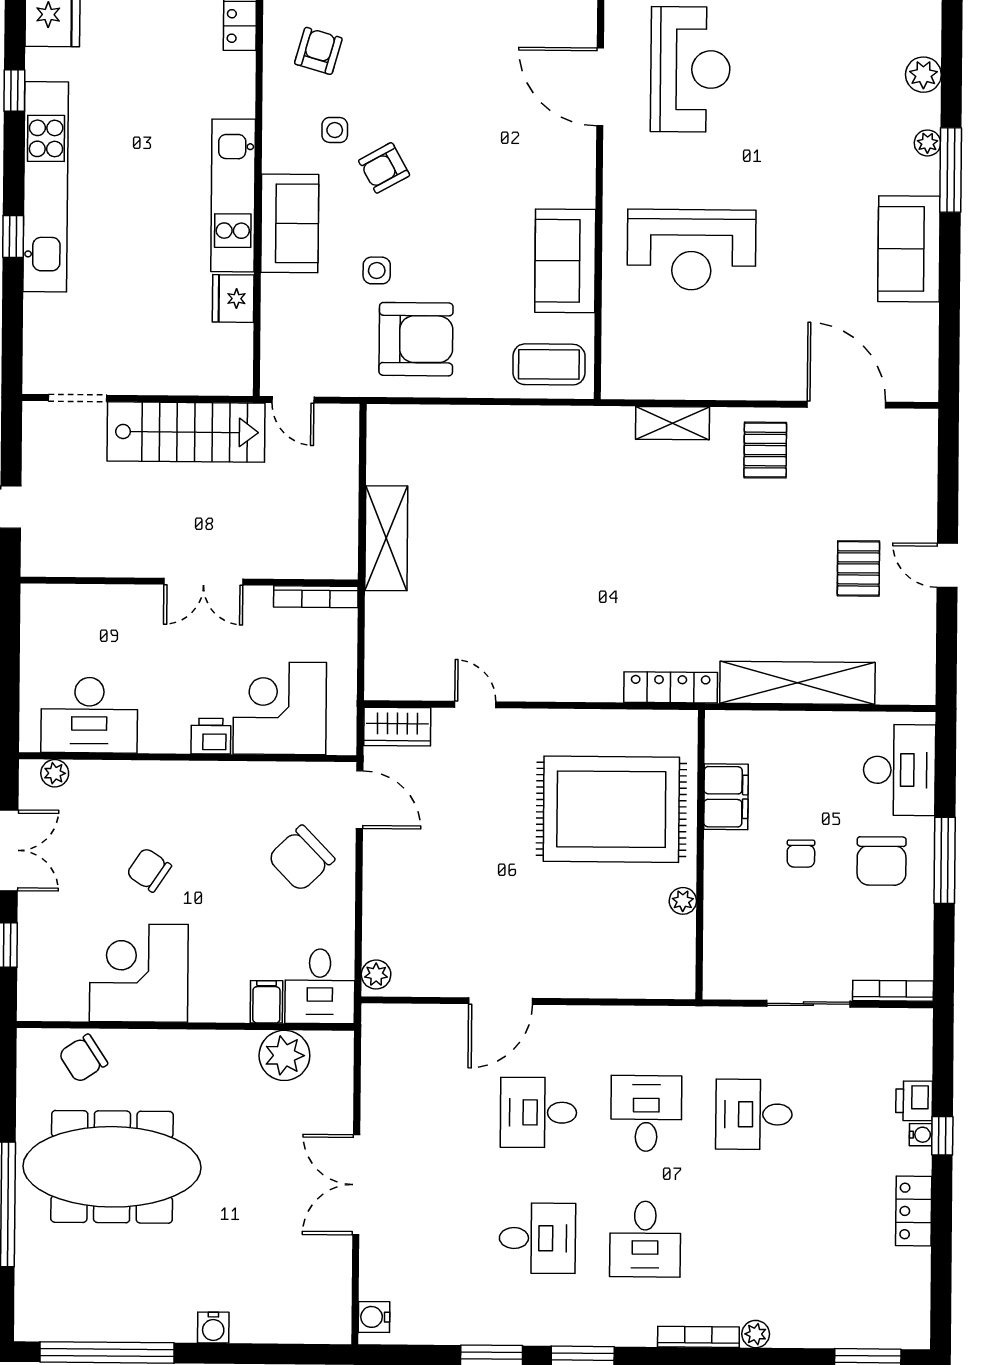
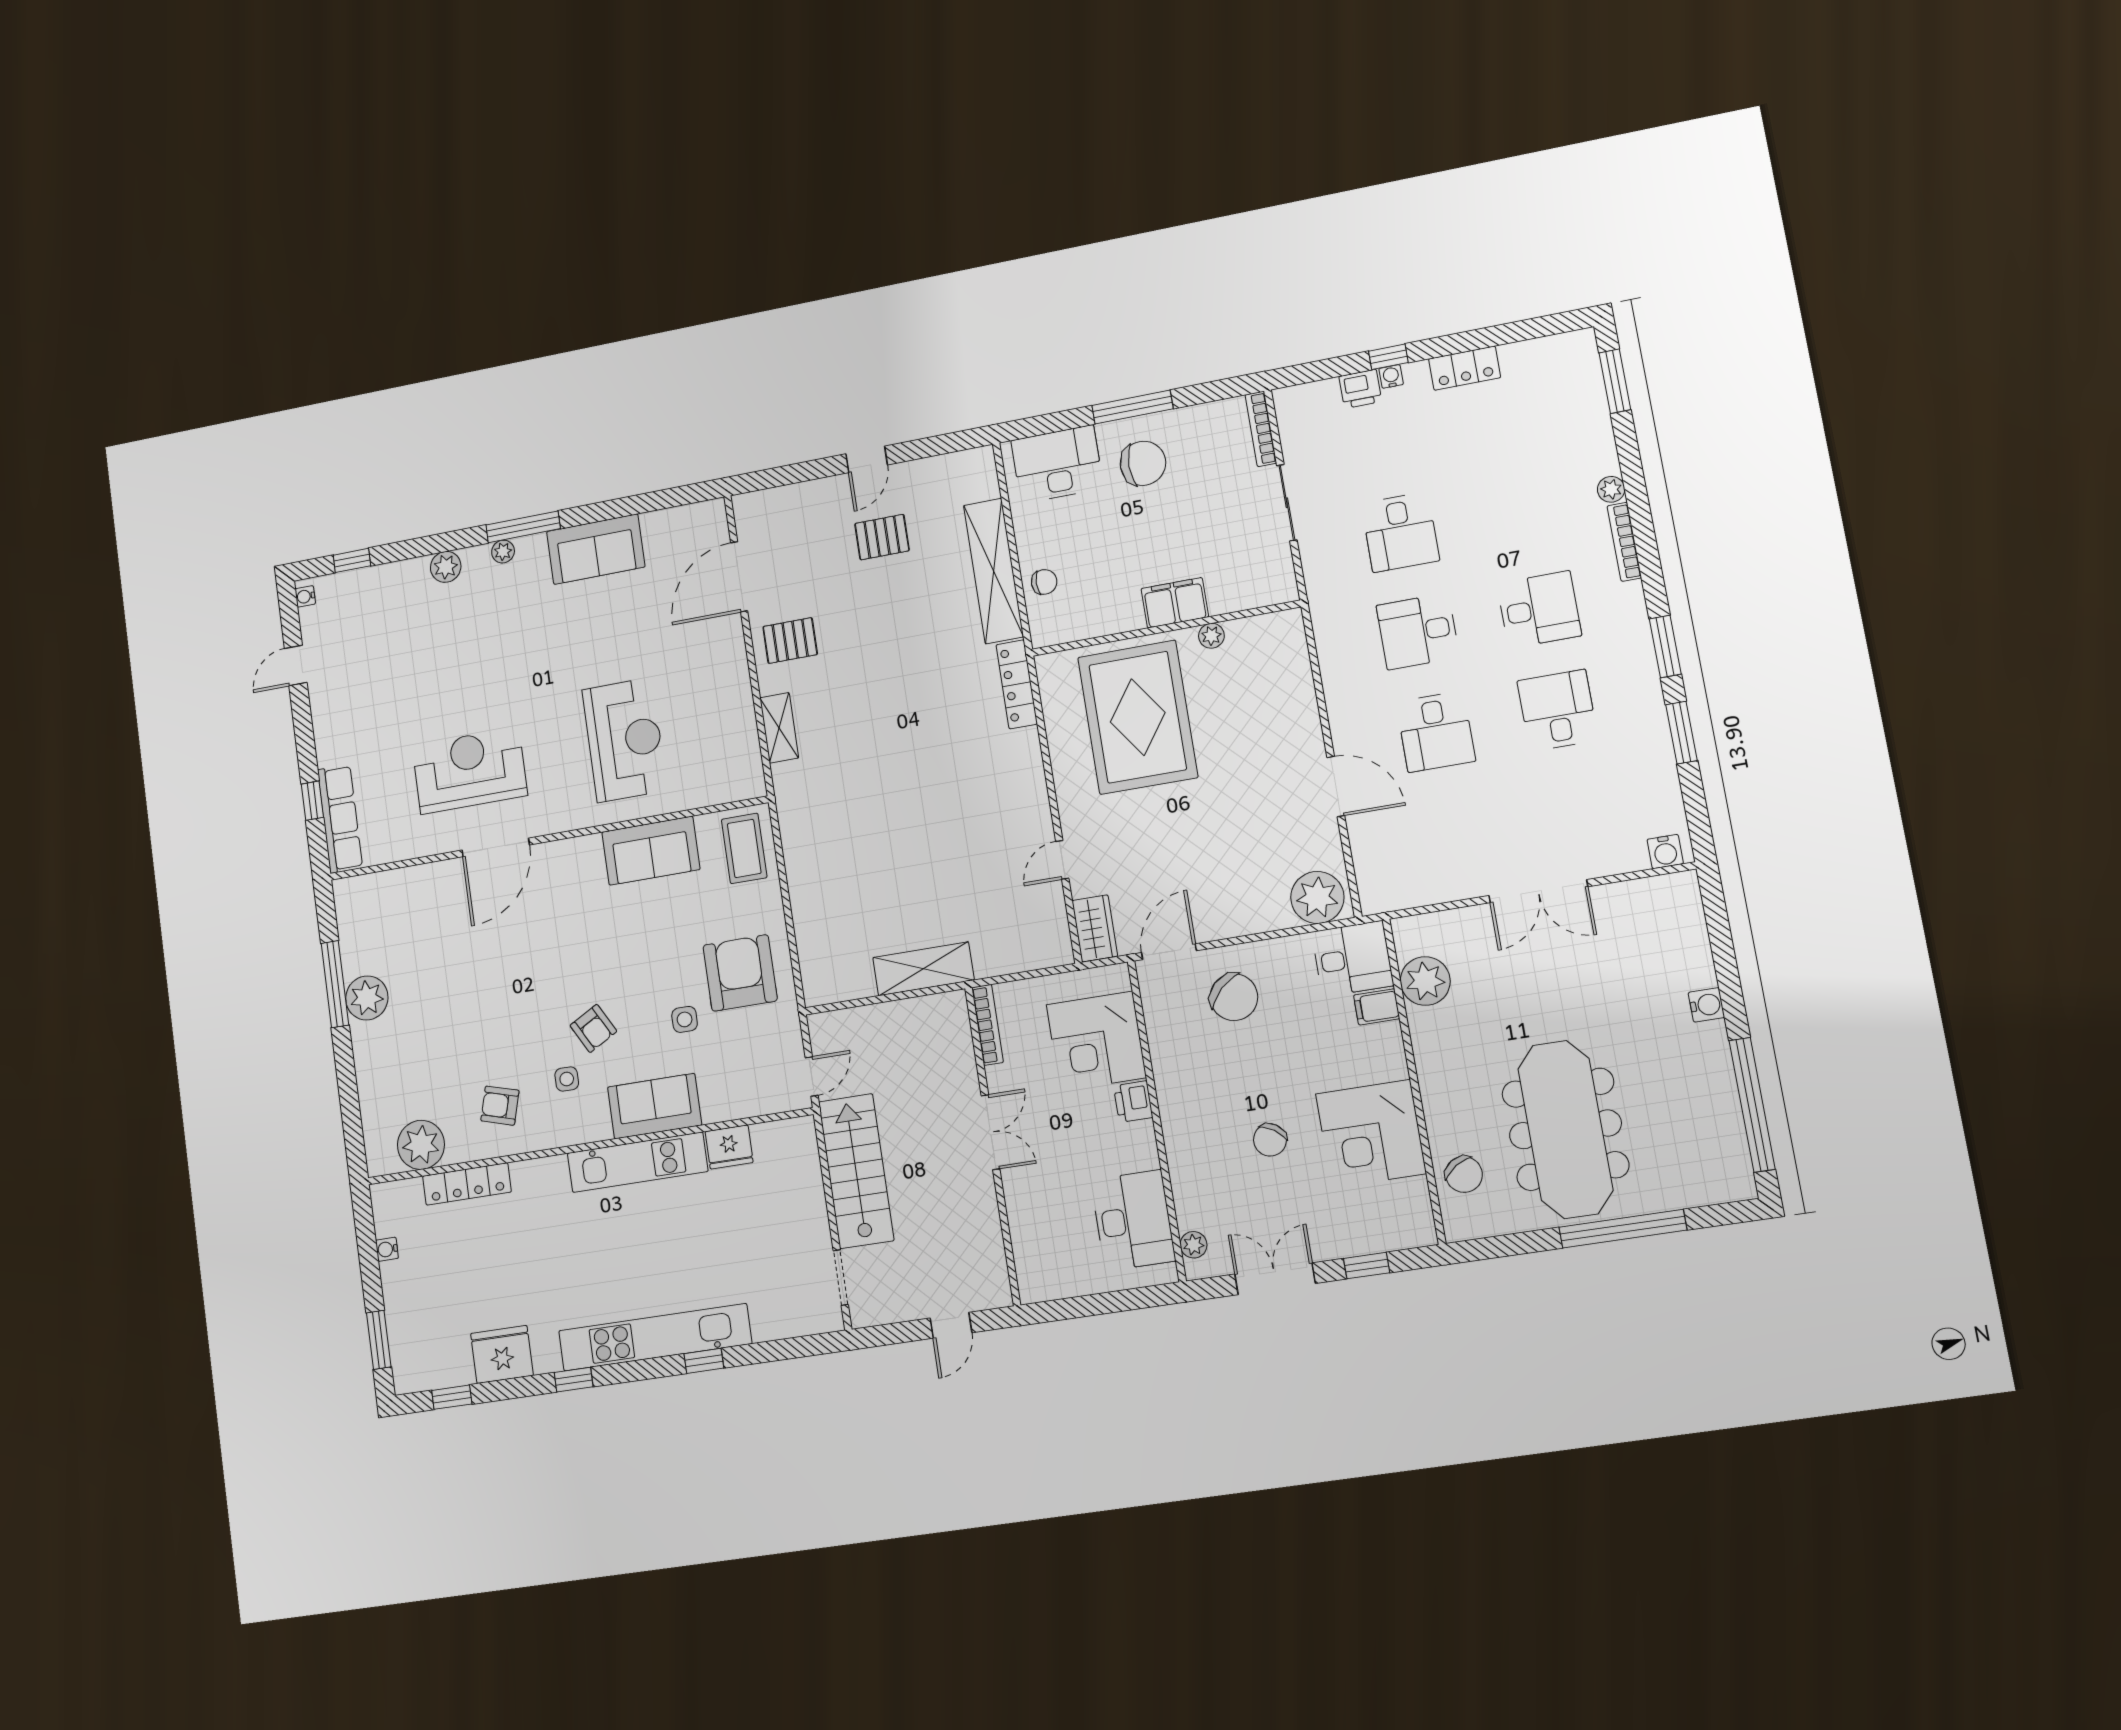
filing cabinet: (726, 797) -> (1175, 603), moved
chair: (801, 854) -> (1044, 582), moved
plant: (376, 975) -> (1317, 897), width x1.88, depth x1.88

